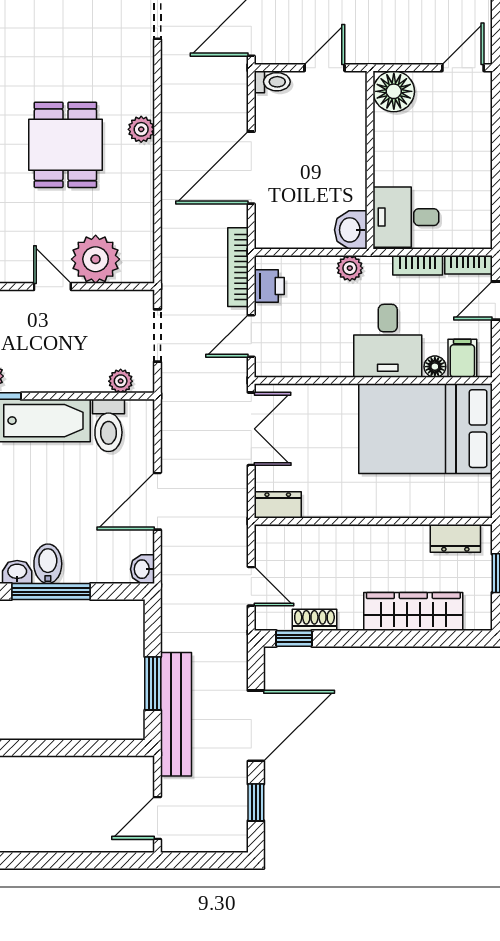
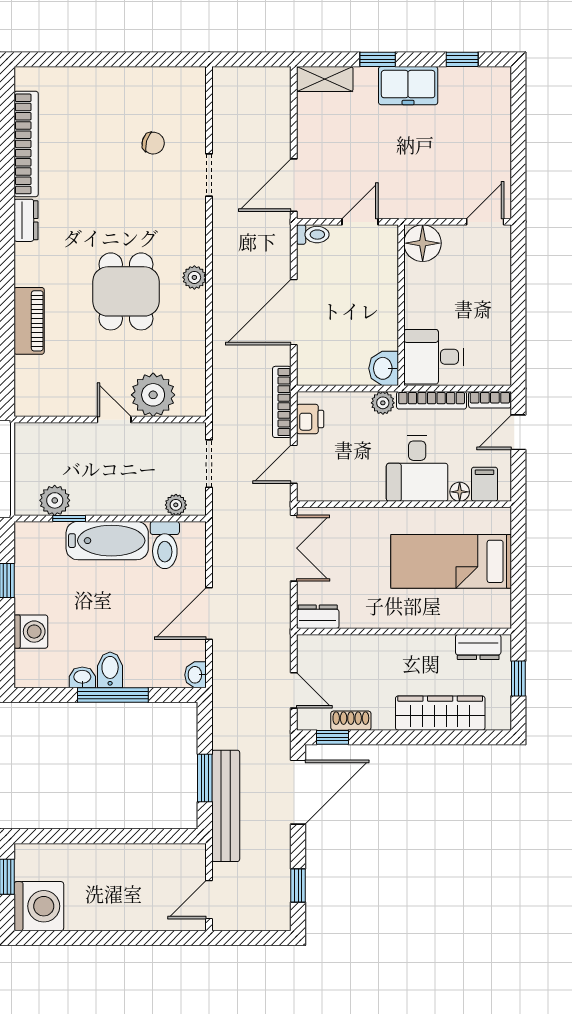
bookcase: (418, 265) -> (432, 400), width x1.56
bed: (425, 429) -> (451, 561), width x0.67
door: (256, 726) -> (298, 792), moved

